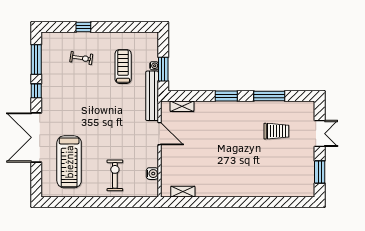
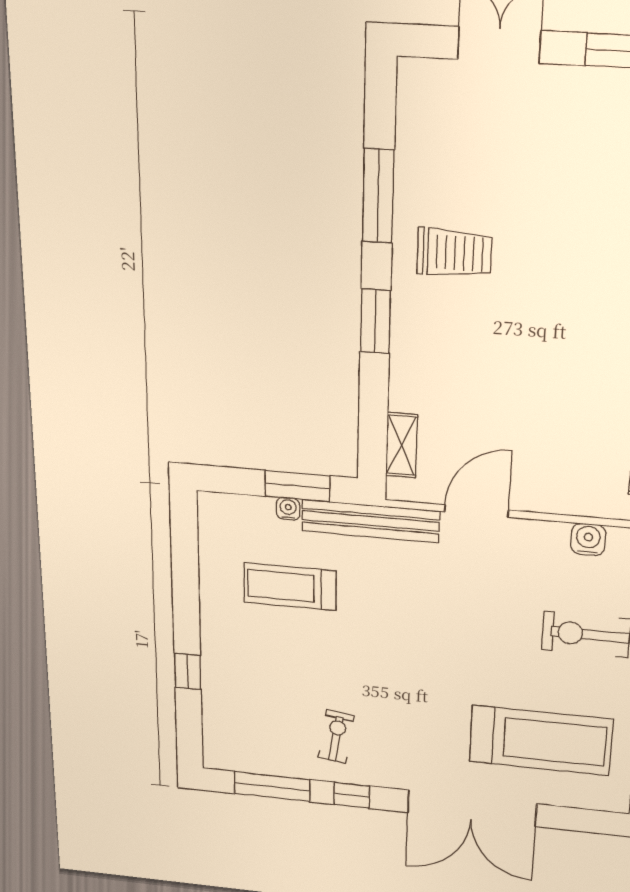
exercise bike: (81, 58) -> (336, 737), moved
trolley: (276, 131) -> (454, 253), moved, turned 90

